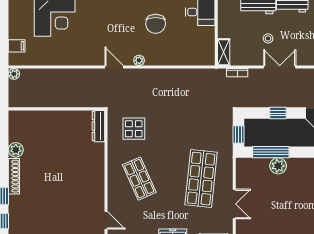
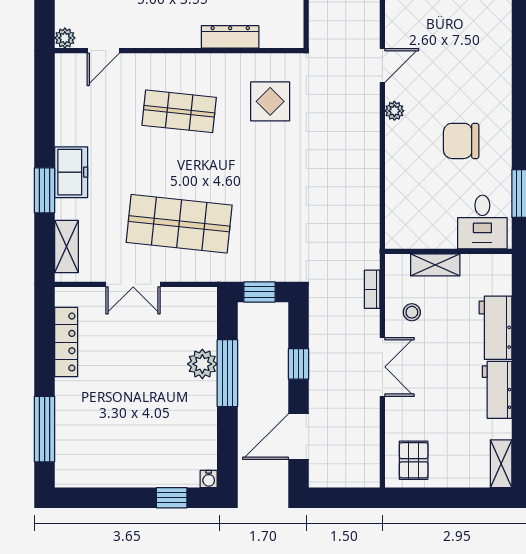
stool: (268, 38) -> (412, 312), moved
shelving: (224, 52) -> (435, 265), moved
dresser: (98, 126) -> (230, 37), moved
window: (271, 152) -> (227, 373), moved
shop shelf: (139, 179) -> (179, 111), turned 30

